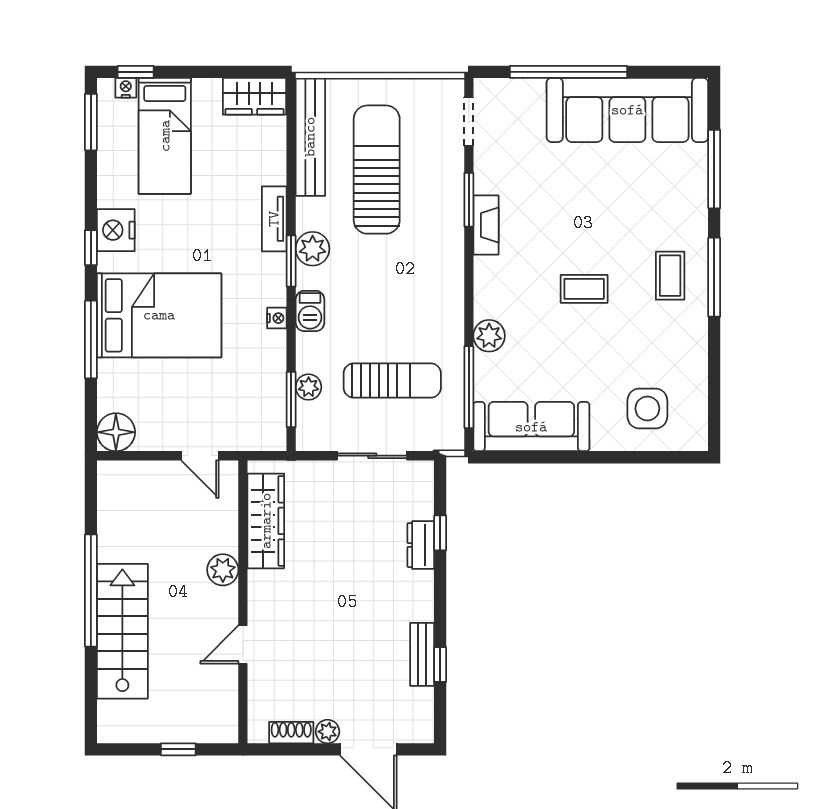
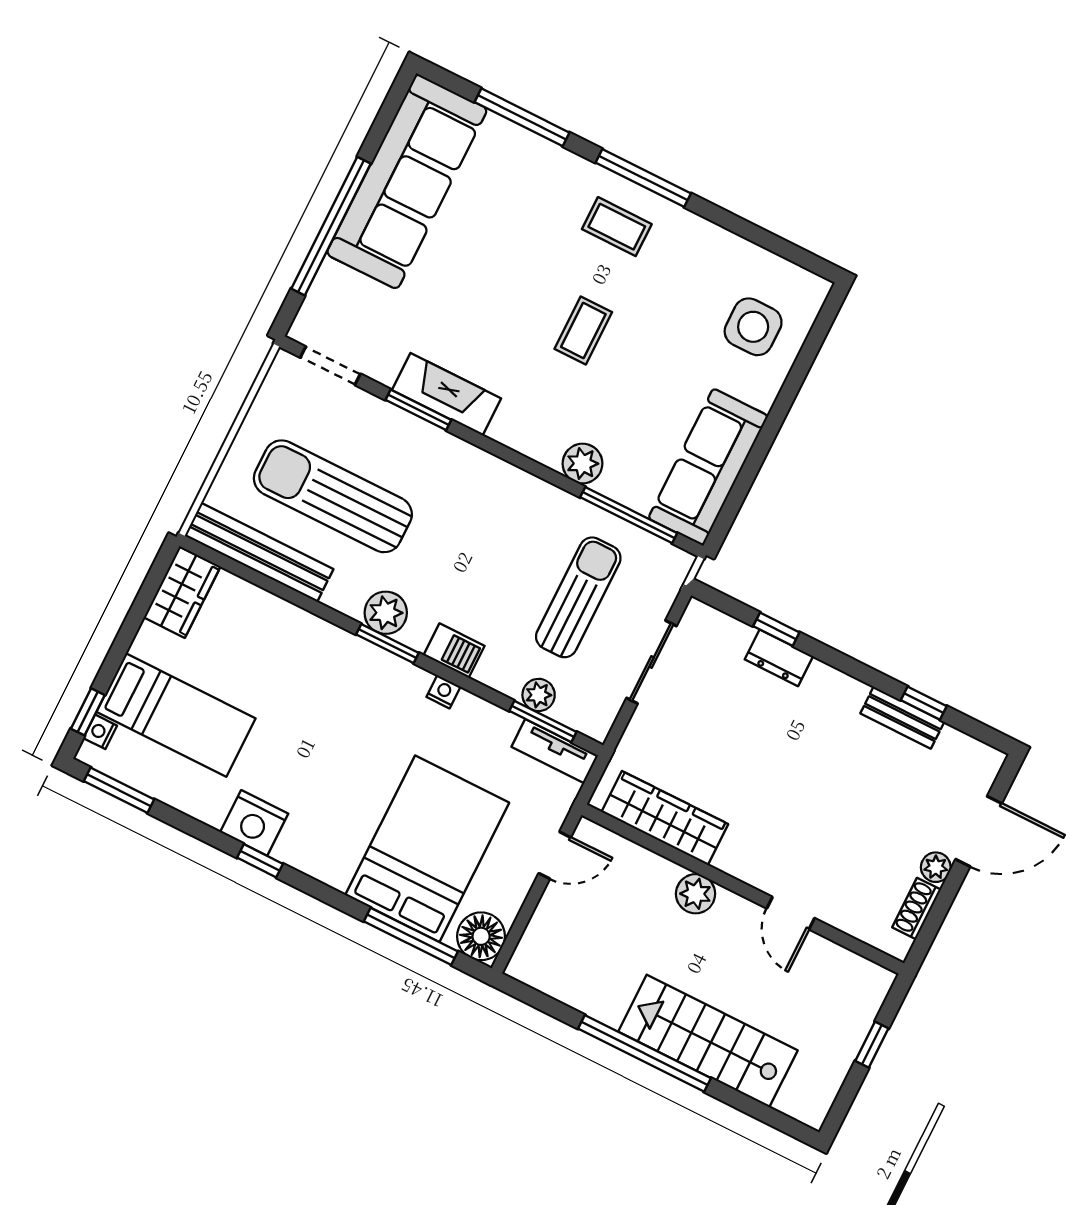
tv unit: (274, 219) -> (555, 751), moved
fireplace: (486, 225) -> (446, 394), width x1.37, depth x1.32
bed: (159, 315) -> (427, 849), moved
window: (91, 340) -> (411, 936), moved

